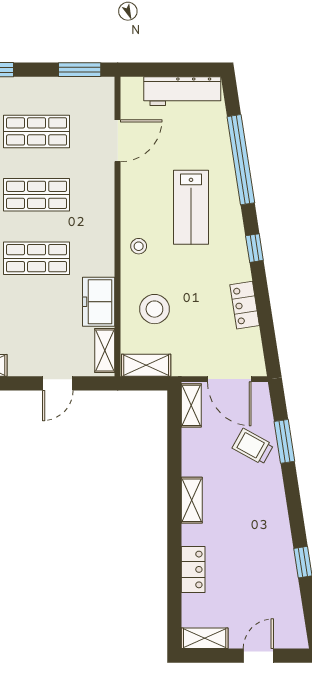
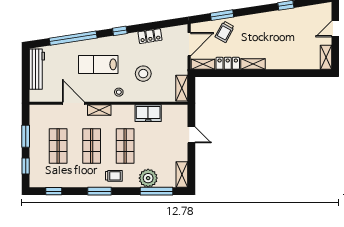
window: (80, 70) -> (26, 136), moved
door: (118, 141) -> (73, 103), moved
lab bench: (191, 207) -> (98, 64), turned 180
stool: (154, 309) -> (143, 74), moved
shelving: (105, 350) -> (99, 110), moved
locker: (193, 569) -> (228, 63), moved
door: (258, 656) -> (335, 29), hinge flipped

